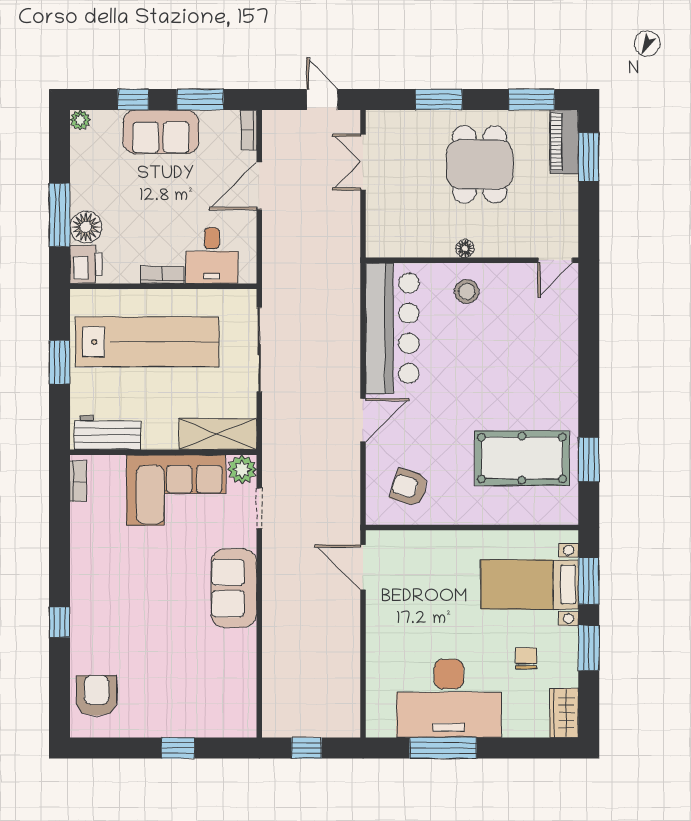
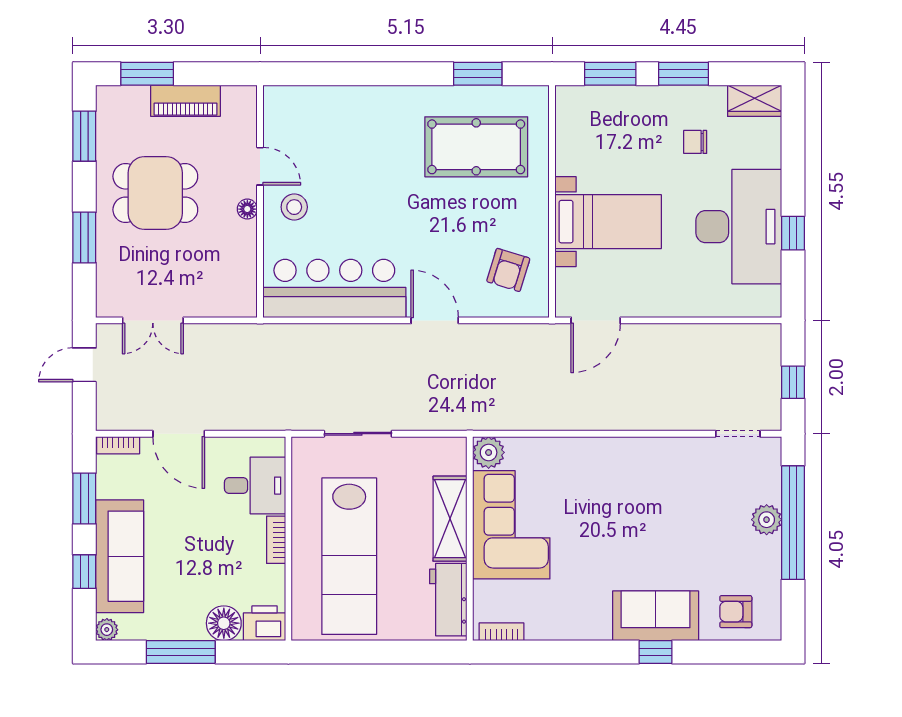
sofa: (161, 132) -> (120, 556), width x1.36
piano: (564, 142) -> (185, 101), moved
window: (60, 215) -> (181, 652), moved
door: (555, 260) -> (260, 166), moved
lab bench: (147, 342) -> (349, 556), turned 180
sliding door: (259, 350) -> (358, 434), width x0.73
window: (60, 362) -> (371, 652), removed
shelving: (218, 434) -> (450, 519), moved
pool table: (522, 458) -> (476, 147), turned 90
doorway: (259, 508) -> (738, 434), moved
bed with nightstands: (530, 584) -> (608, 222), moved, turned -90
sofa: (234, 588) -> (656, 616), moved, turned 180
armchair: (96, 696) -> (736, 612), width x0.72, depth x0.72
plant: (181, 724) -> (767, 520), added
window: (178, 748) -> (793, 523), width x3.17
window: (443, 748) -> (793, 233), width x0.46

